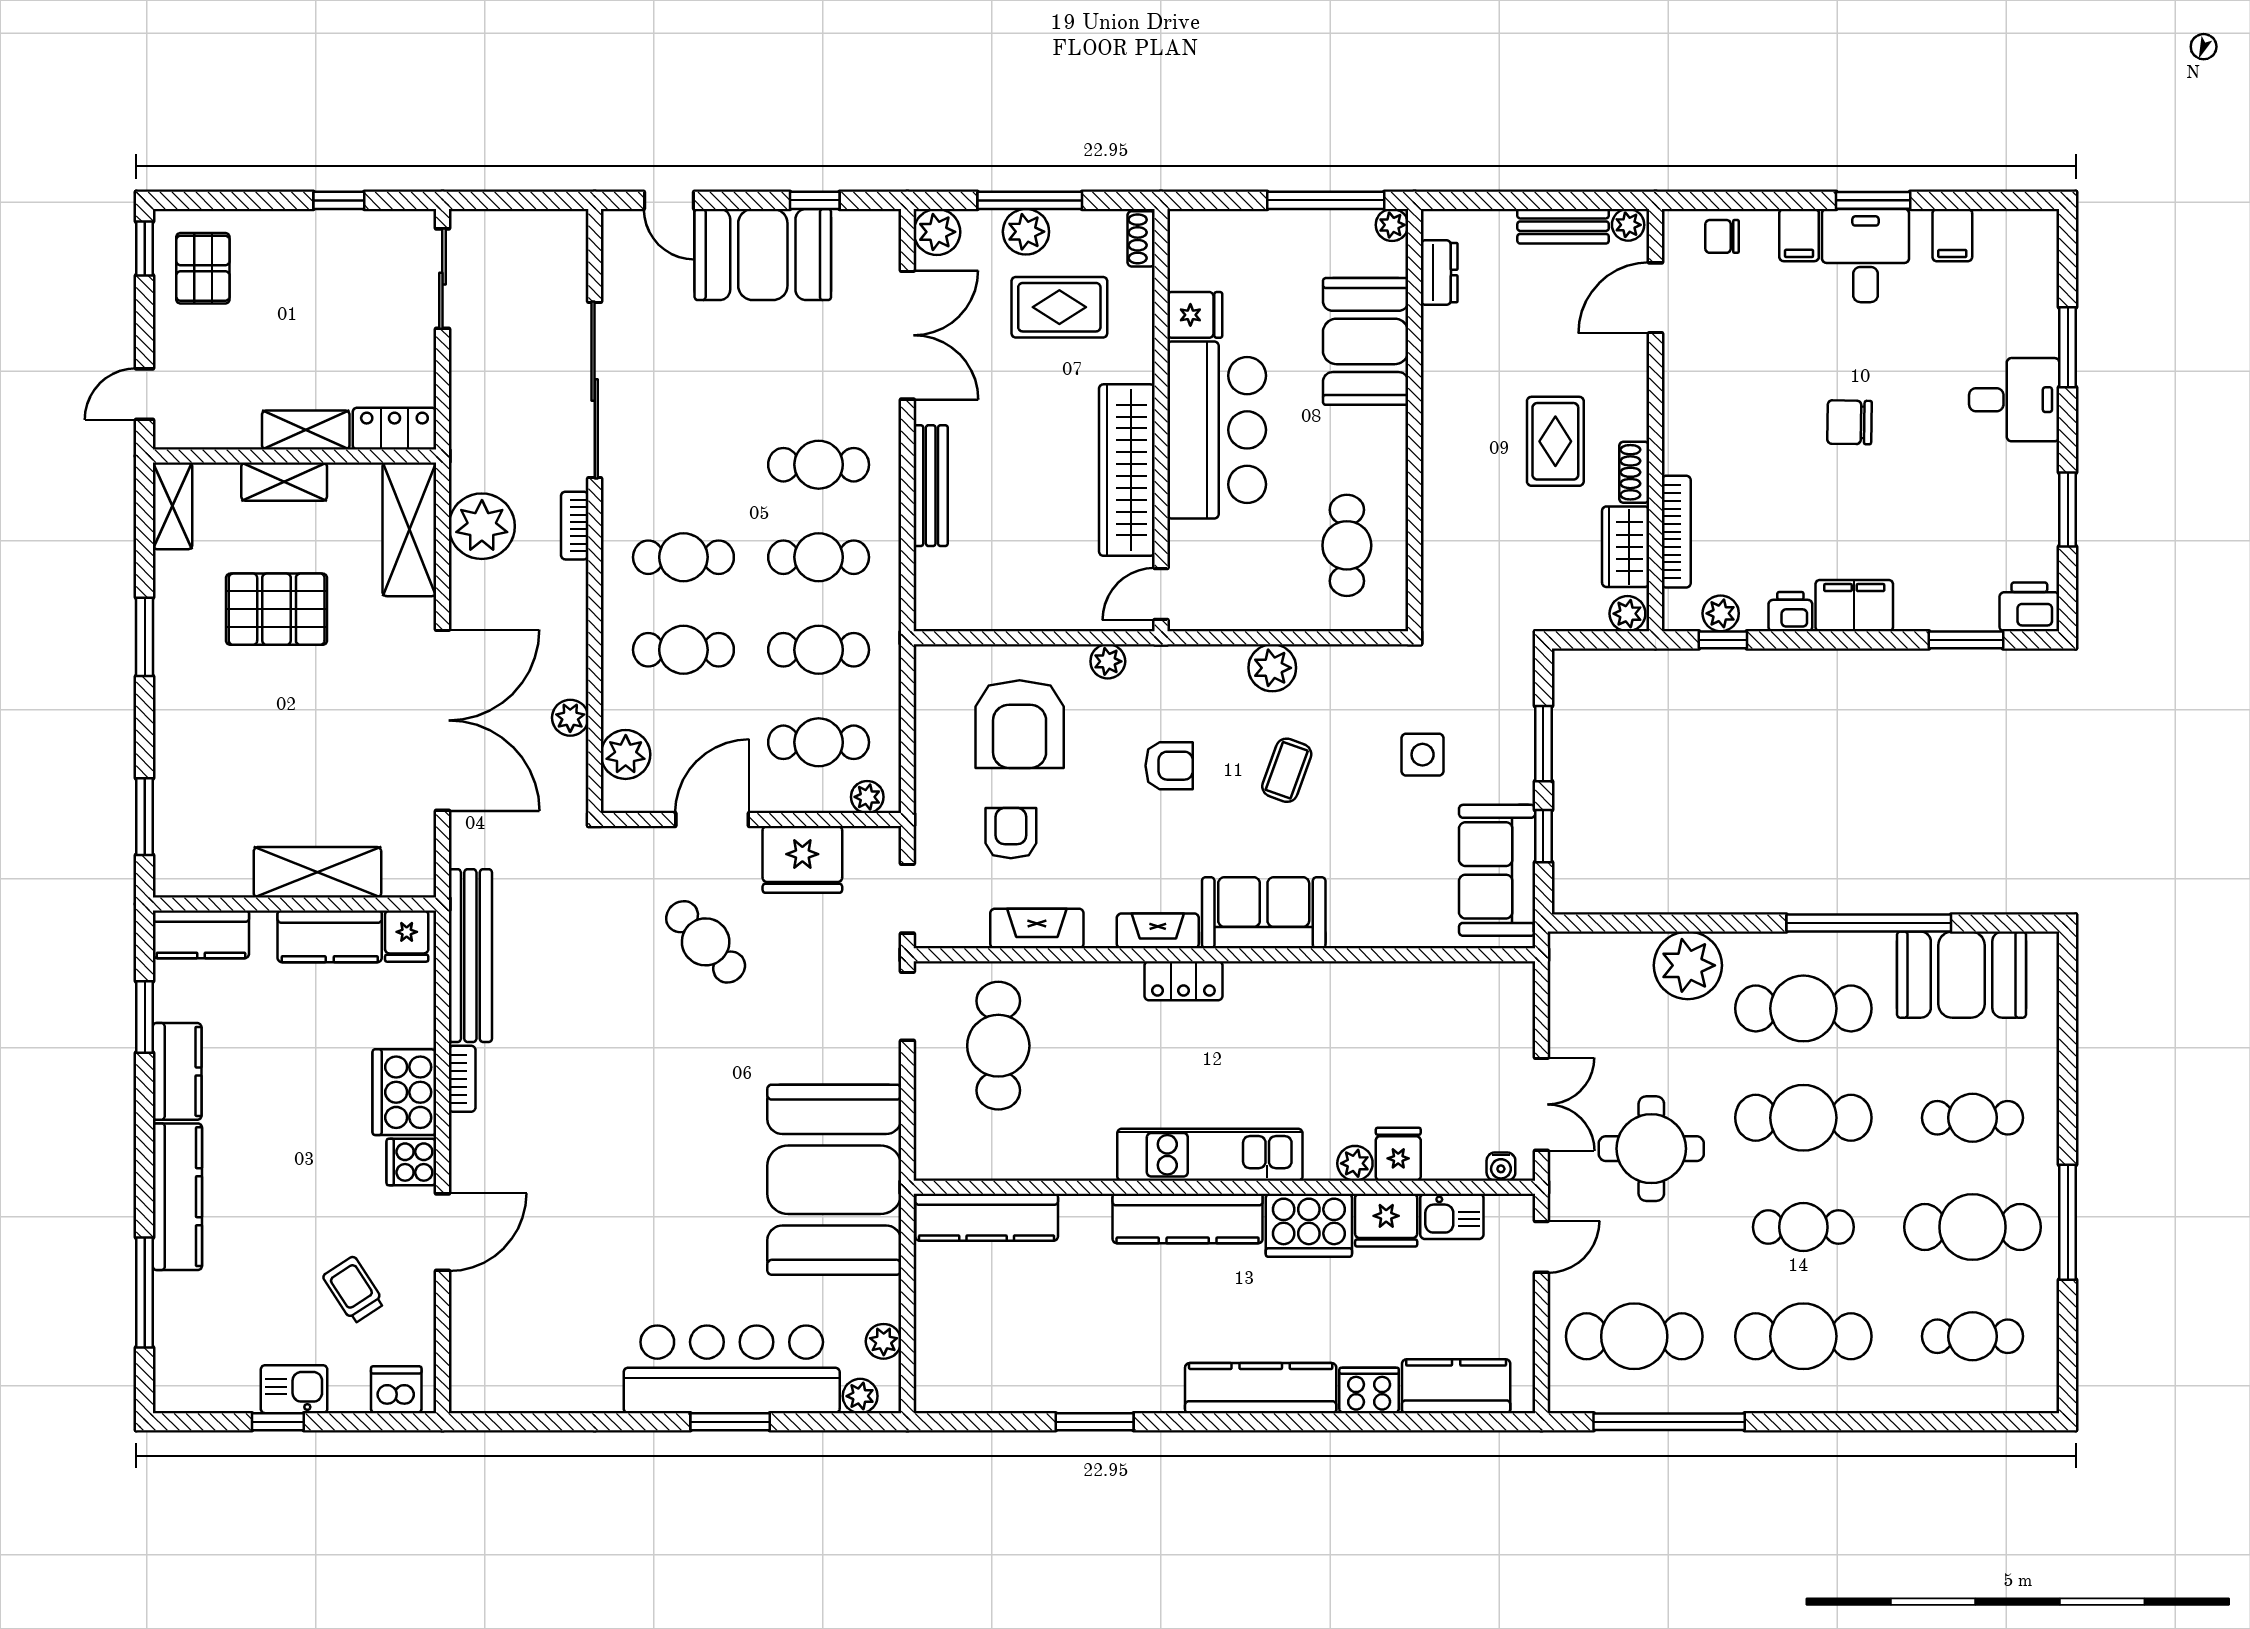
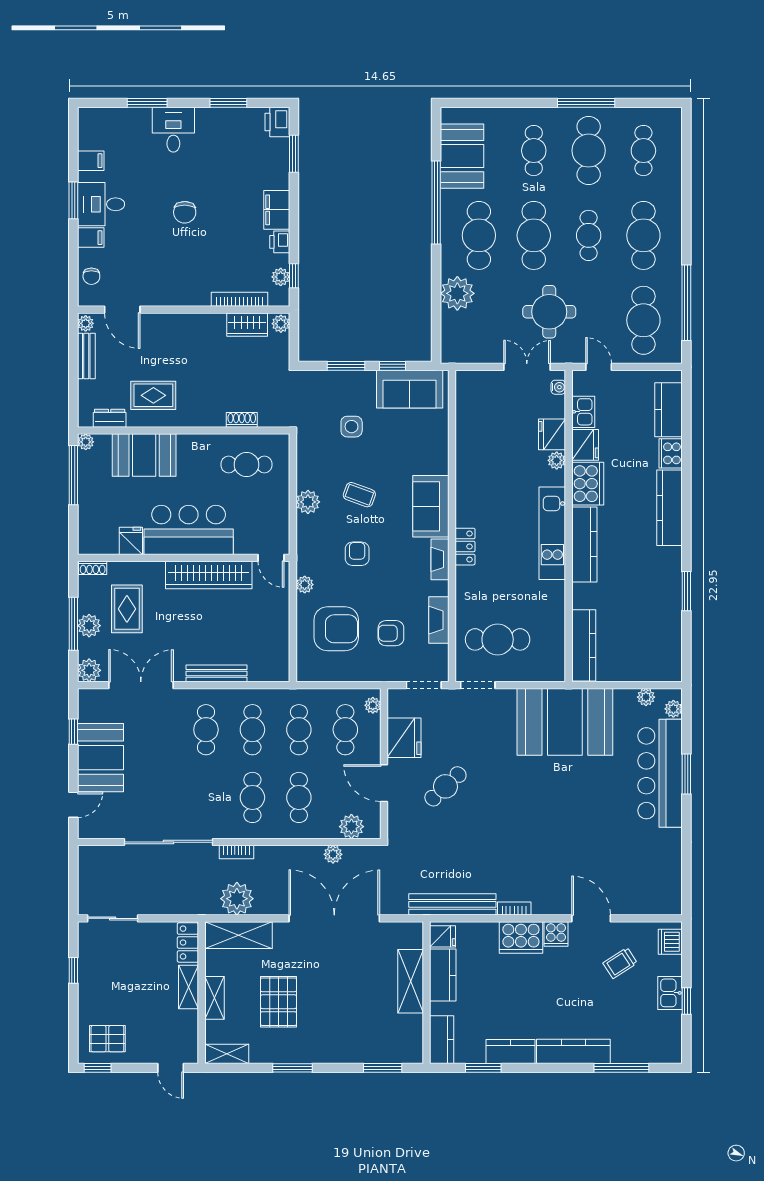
rug: (1555, 441) -> (153, 395), moved
shoe rack: (1634, 472) -> (242, 420), moved, turned 180
fridge: (1398, 1154) -> (552, 434), width x1.38

